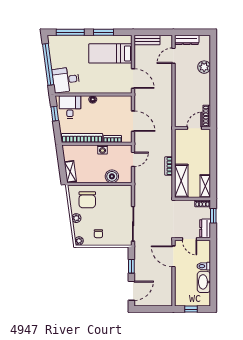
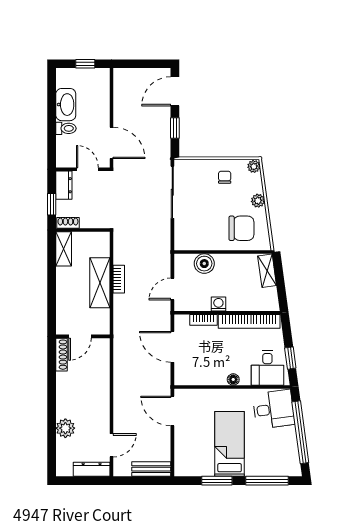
bed: (110, 53) -> (230, 444), moved, turned -90
shelving: (181, 181) -> (100, 283), moved
chair: (87, 200) -> (241, 228), turned 90

